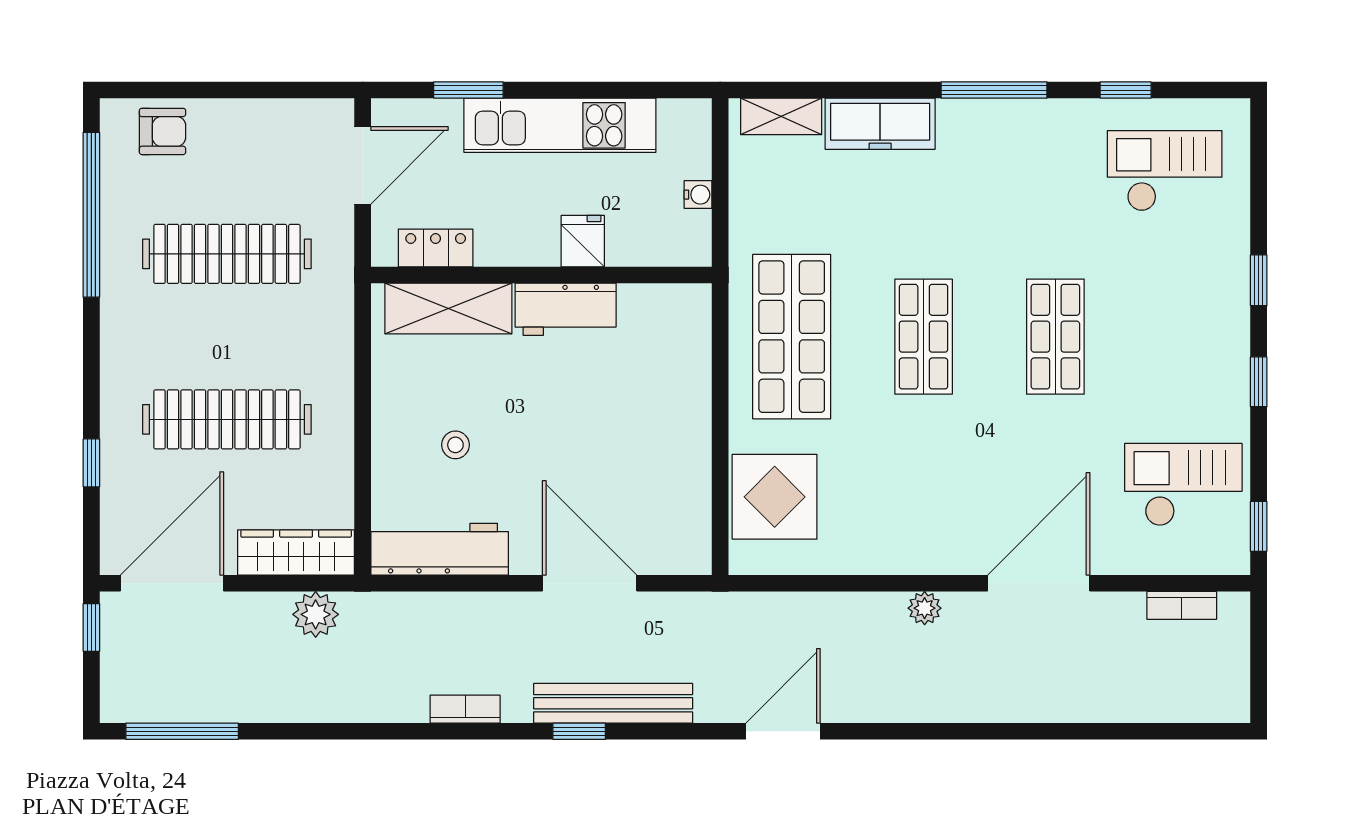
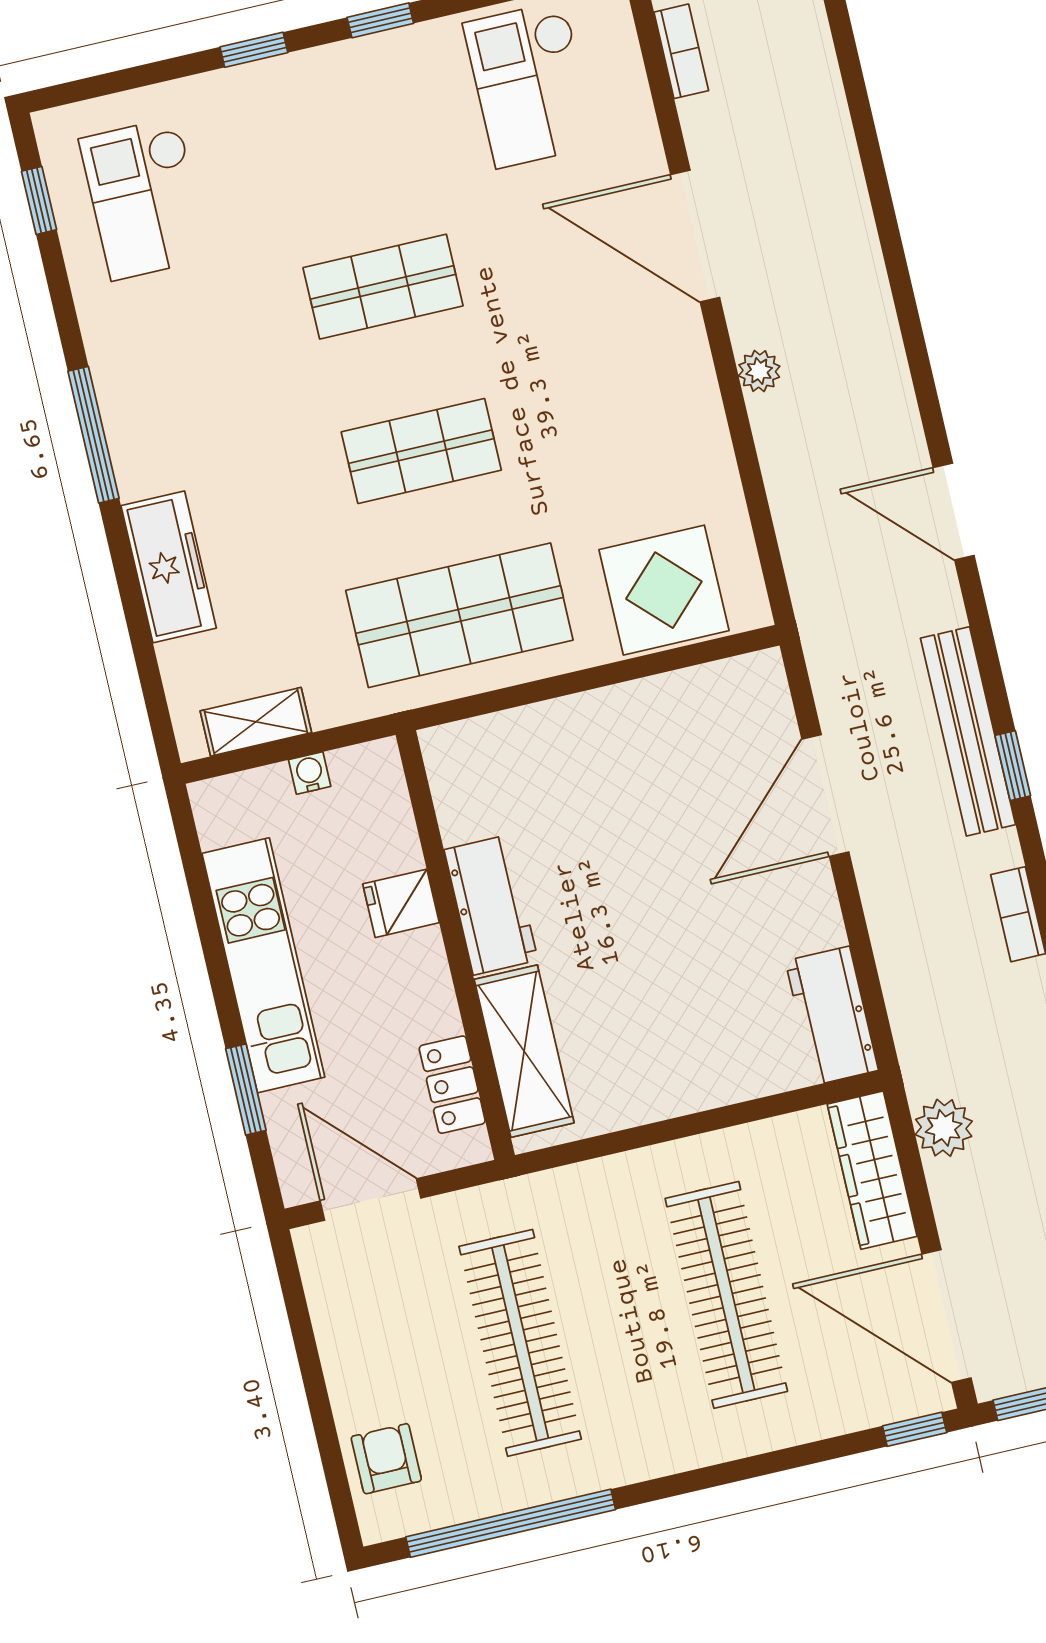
window: (1126, 90) -> (39, 200), moved
shelving: (781, 116) -> (256, 722), moved, turned 90
stool: (455, 445) -> (692, 1003), removed
window: (91, 463) -> (915, 1429), moved
workbench: (440, 549) -> (832, 1016), width x0.73

